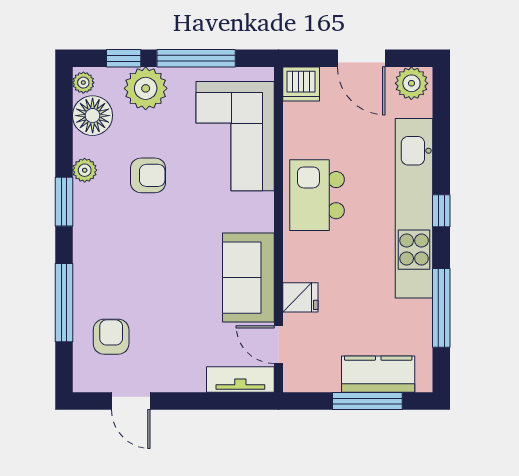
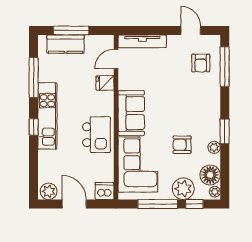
kitchen unit: (414, 208) -> (47, 116), width x0.73
sofa: (248, 278) -> (131, 113), moved
window: (64, 303) -> (225, 67), moved
door: (278, 345) -> (116, 59), swing flipped
tv unit: (240, 380) -> (142, 41), width x1.41

